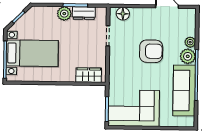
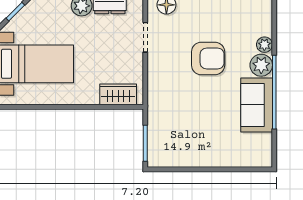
sofa: (184, 91) -> (257, 105), width x0.73
corner sofa: (134, 108) -> (184, 141), removed

